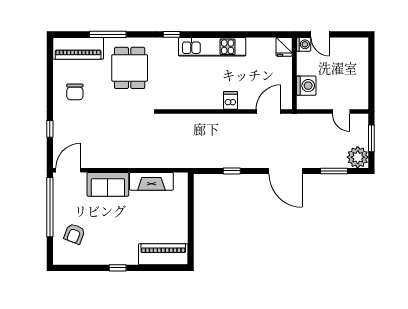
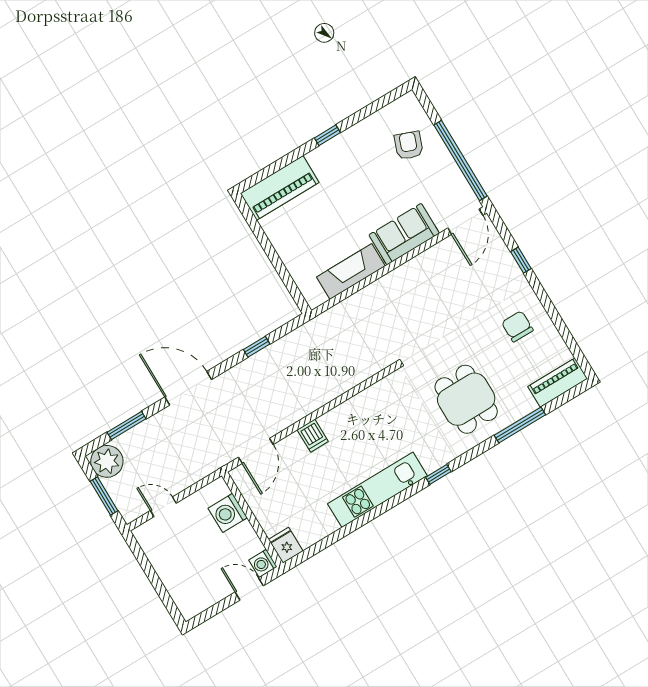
piano: (78, 48) -> (558, 383), width x0.73, depth x0.75

